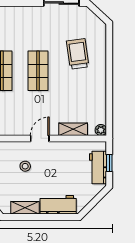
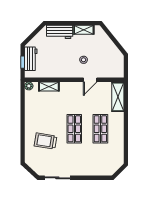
trolley: (78, 54) -> (46, 141), turned 107
door: (40, 138) -> (90, 80), moved

